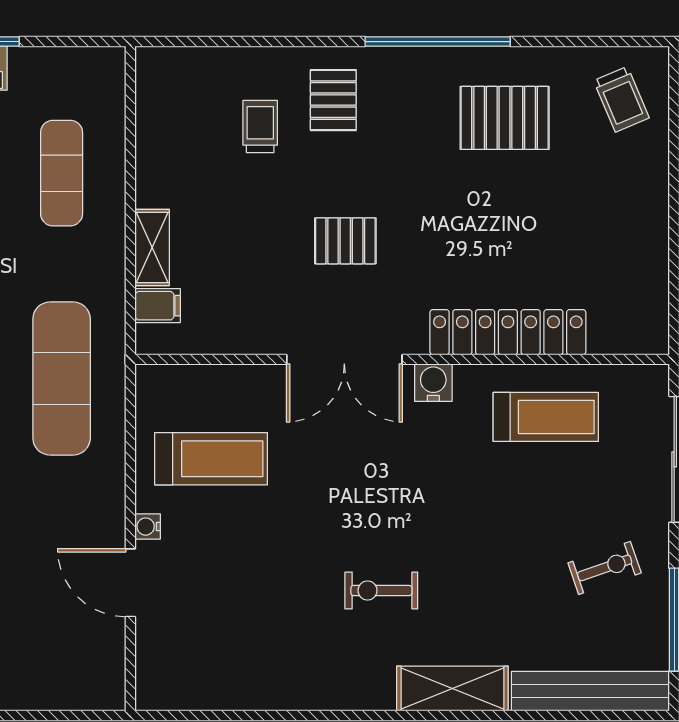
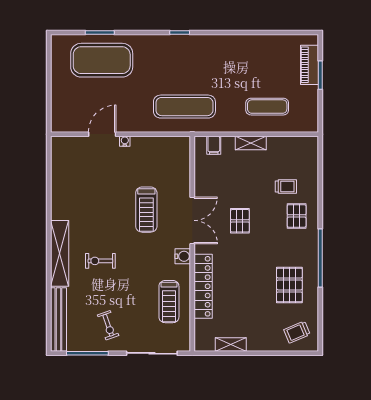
pallet: (333, 100) -> (297, 216), turned 90
shelving: (152, 247) -> (251, 143), moved
shelving: (652, 264) -> (231, 344), added
double door: (344, 359) -> (192, 220), swing flipped
treadmill: (211, 459) -> (146, 210), moved
exercise bike: (381, 591) -> (100, 261), moved, turned -90
shelving: (452, 689) -> (60, 253), width x1.47

